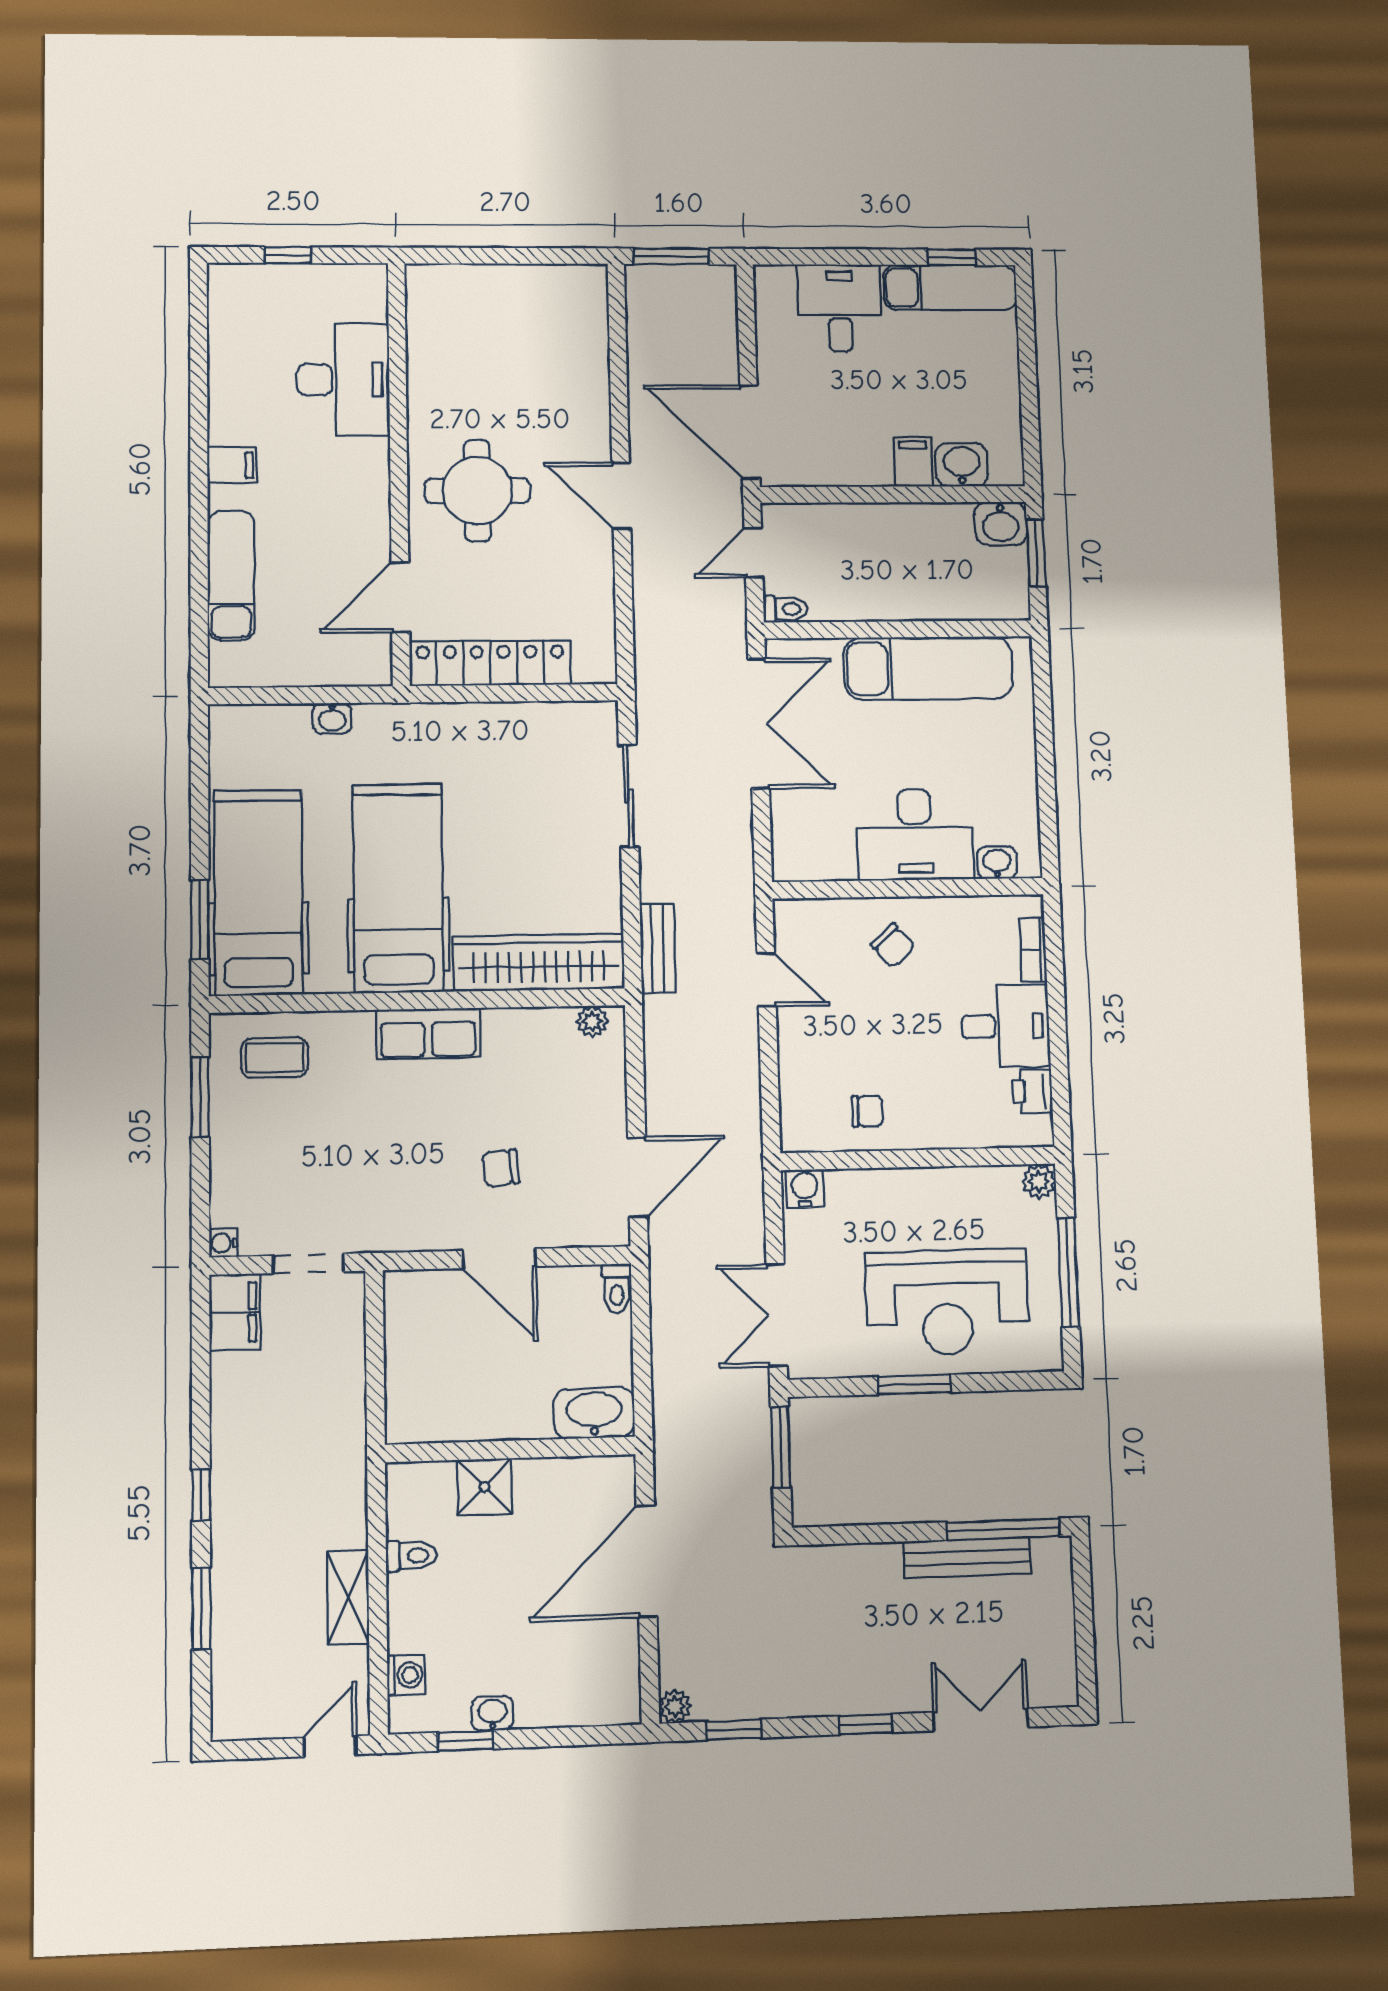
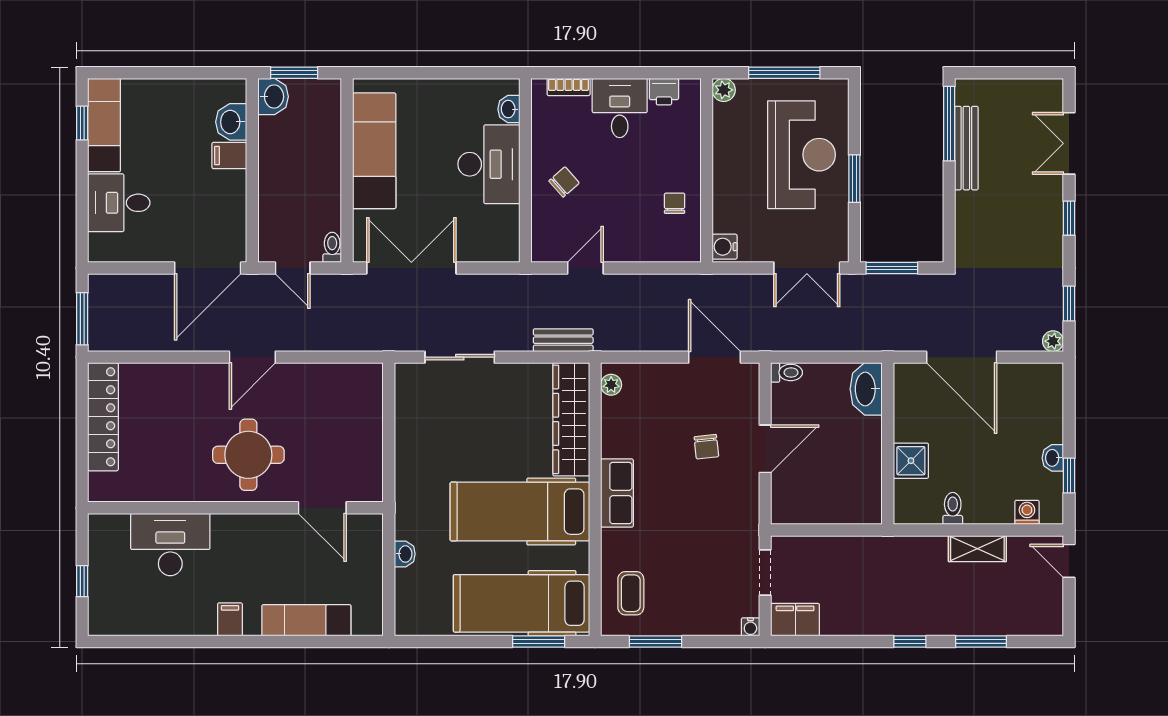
locker: (490, 663) -> (103, 417), moved, turned 180

